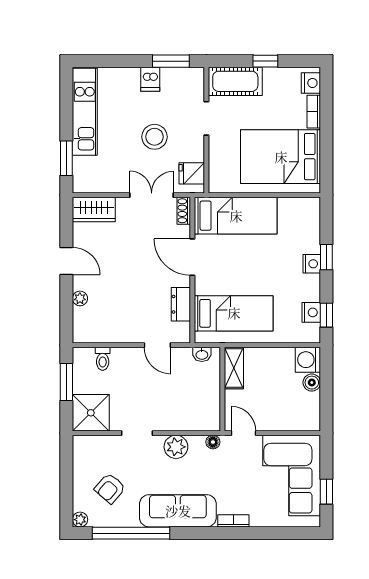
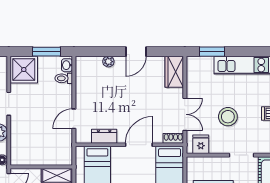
washbasin: (202, 354) -> (67, 65), moved

